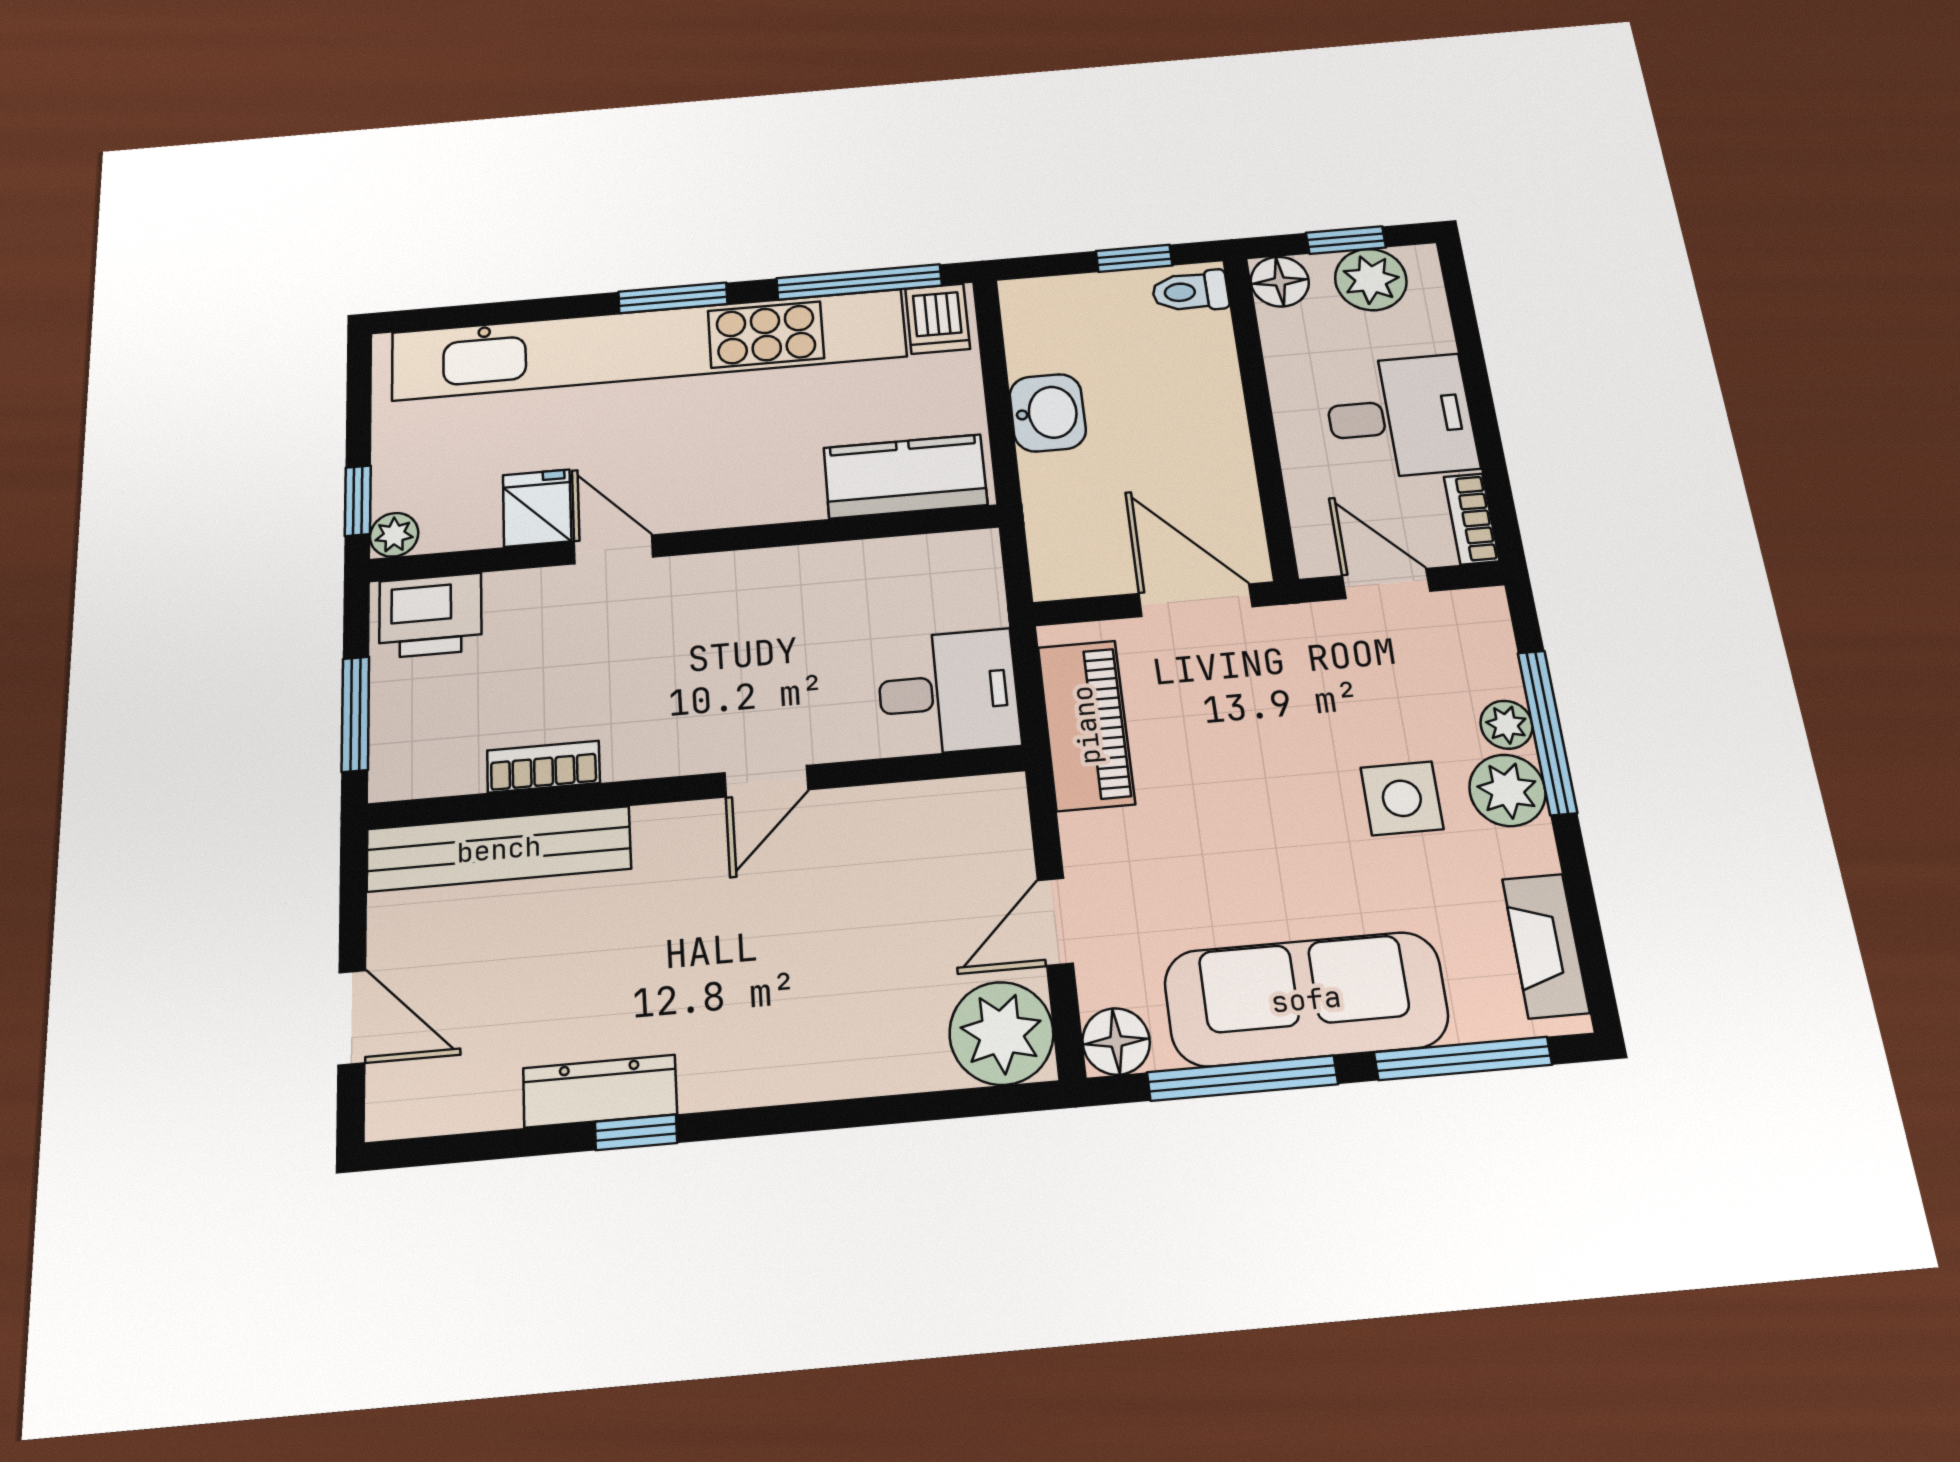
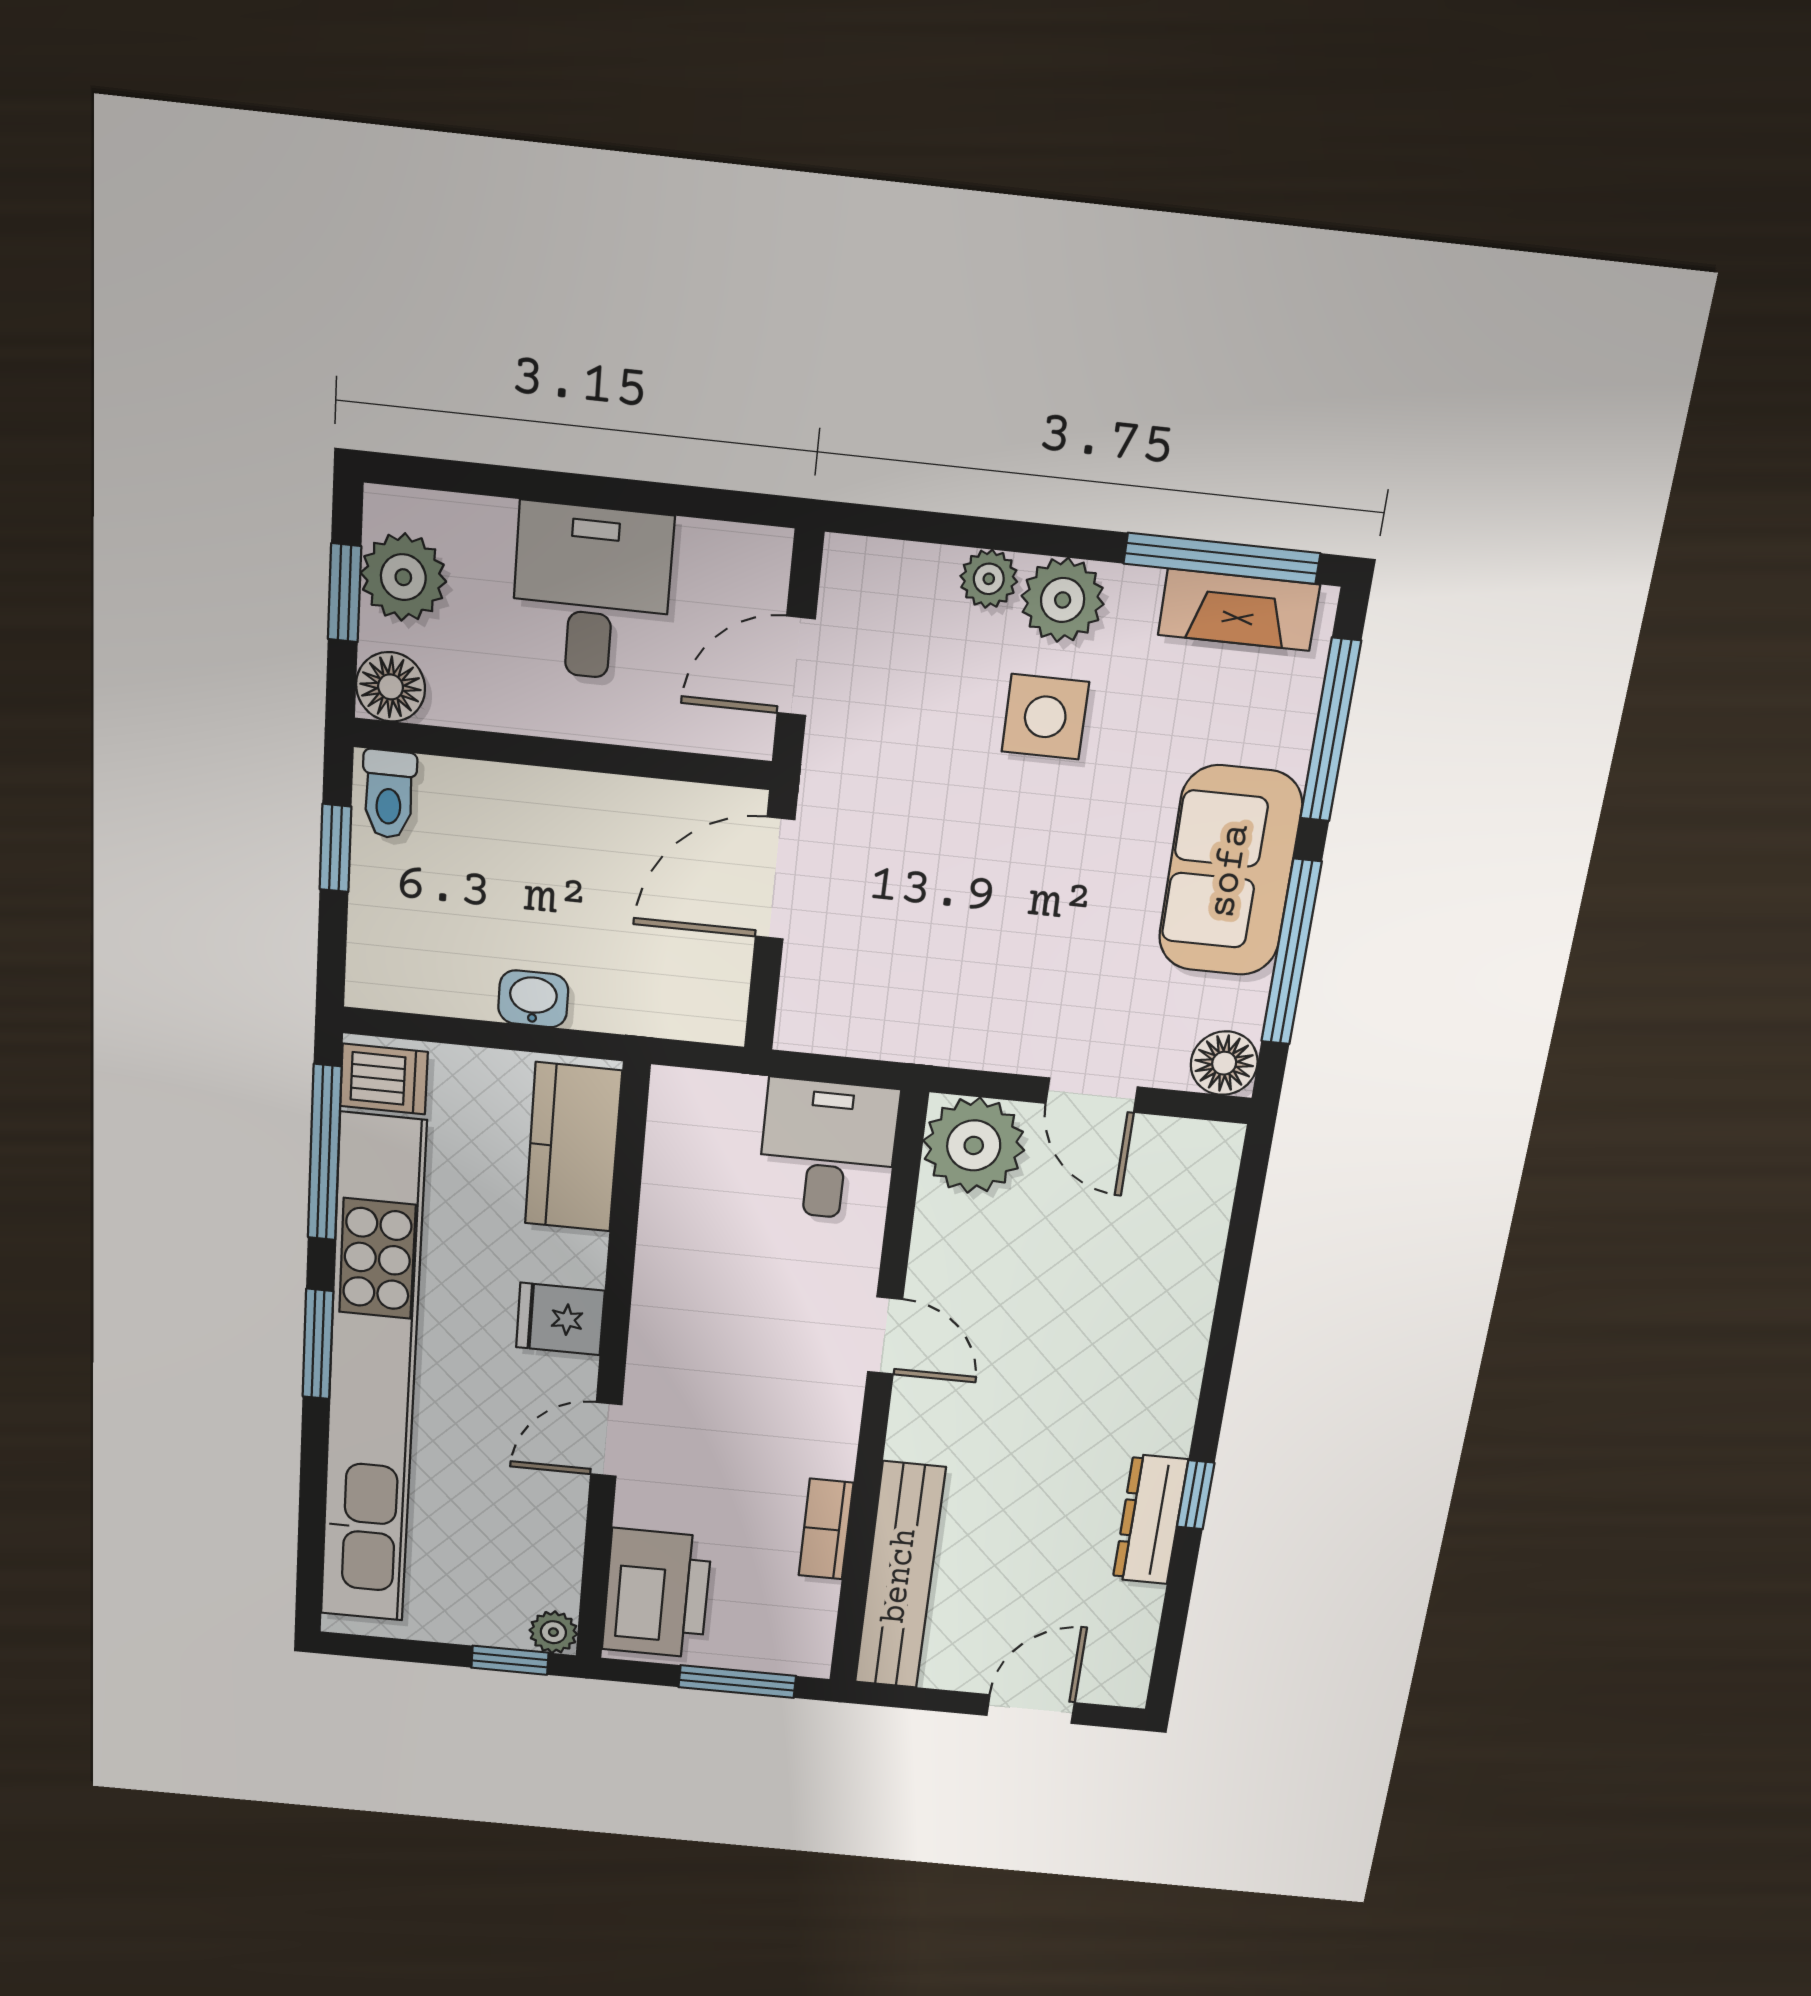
washbasin: (1048, 413) -> (533, 999), width x0.72, depth x0.69
fridge: (537, 508) -> (560, 1319), moved
bookcase: (1471, 519) -> (736, 546), removed
printer: (430, 616) -> (657, 1593), width x1.37, depth x1.19
piano: (1086, 725) -> (892, 1022), removed
window: (1547, 732) -> (1222, 558), moved
sofa: (1306, 999) -> (1230, 871), width x0.73
plant: (1001, 1033) -> (974, 1145), moved

